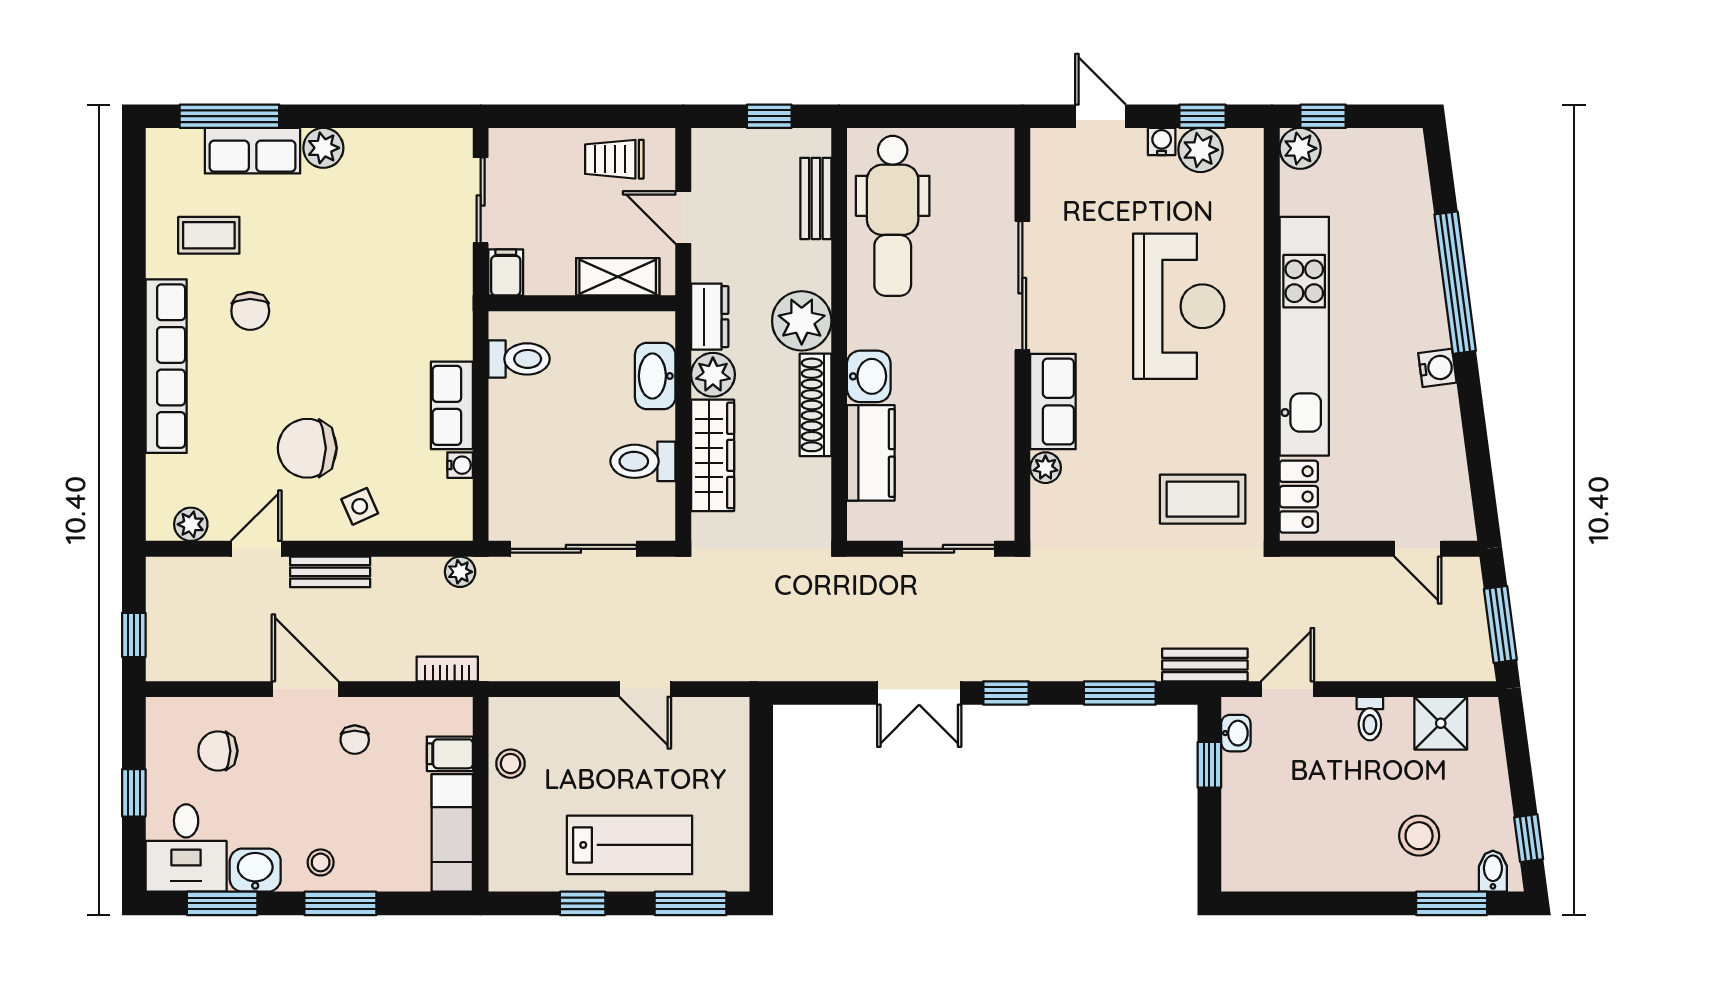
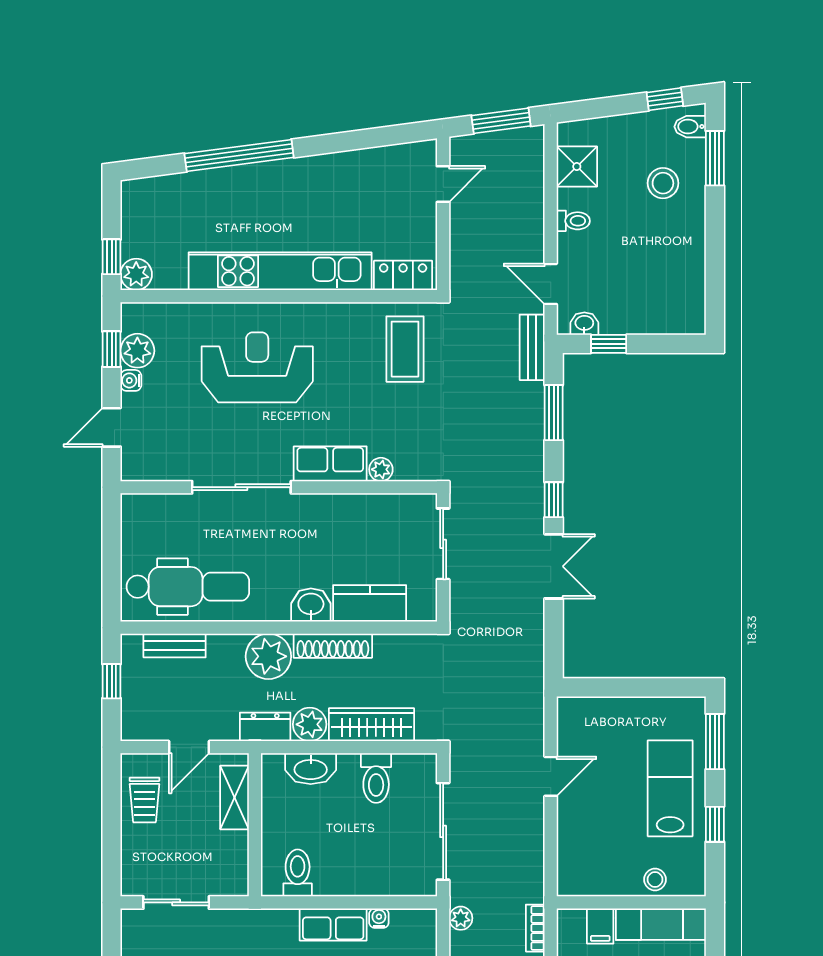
filing cabinet: (506, 272) -> (231, 883), removed
water cooler: (1437, 368) -> (304, 169), removed
stool: (511, 764) -> (655, 880), moved

